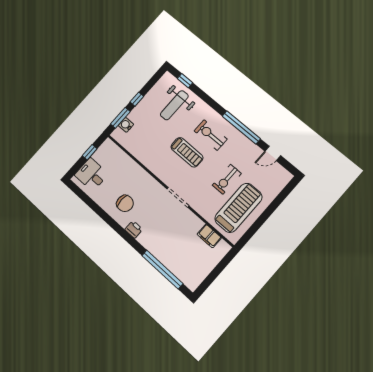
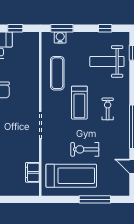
window: (137, 99) -> (105, 28), moved
exercise bike: (211, 135) -> (108, 109), width x0.73, depth x0.72
exercise mat: (150, 150) -> (57, 73), added
window: (274, 206) -> (95, 199), added

